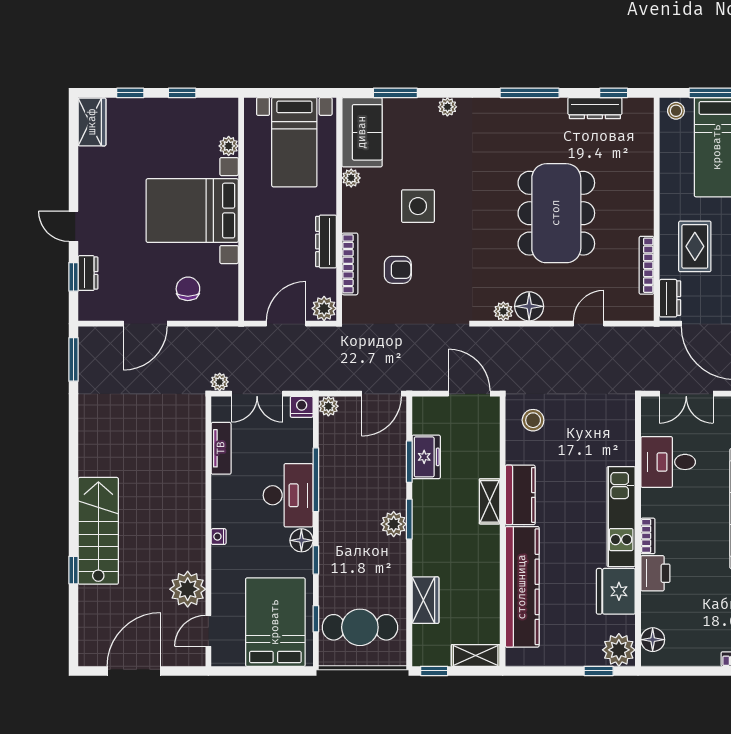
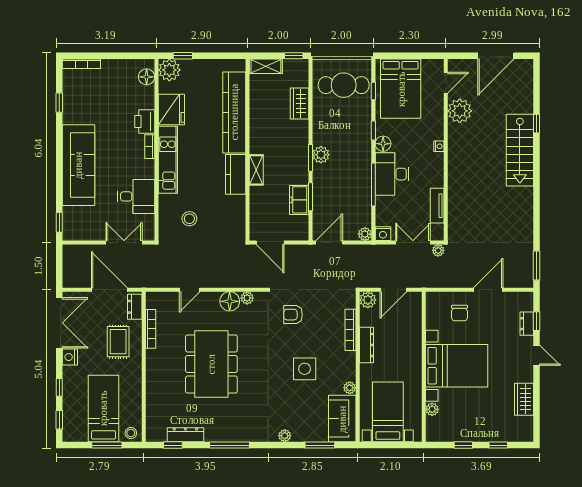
wardrobe: (92, 122) -> (524, 399), moved
armchair: (398, 270) -> (293, 315), moved
stool: (533, 420) -> (189, 219), moved

